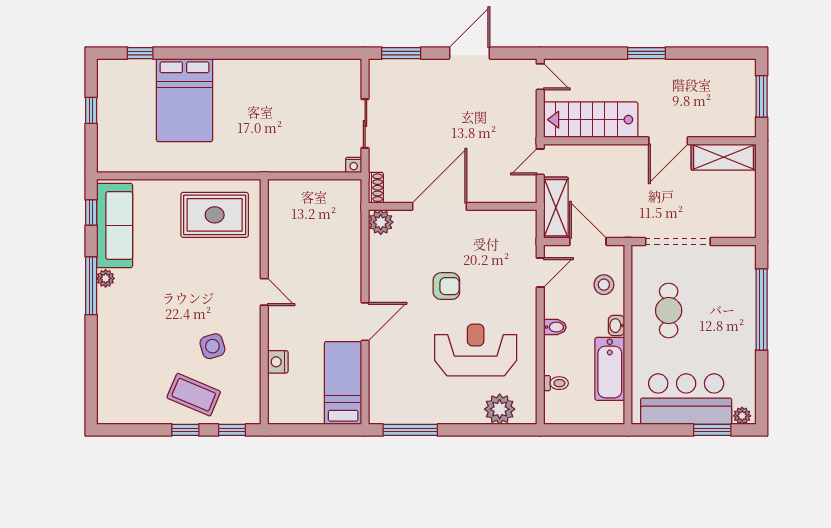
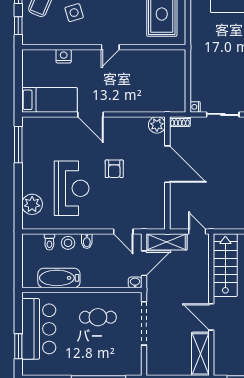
stool: (604, 285) -> (68, 243), moved
washbasin: (616, 326) -> (135, 282), moved
plant: (742, 416) -> (28, 366), removed

